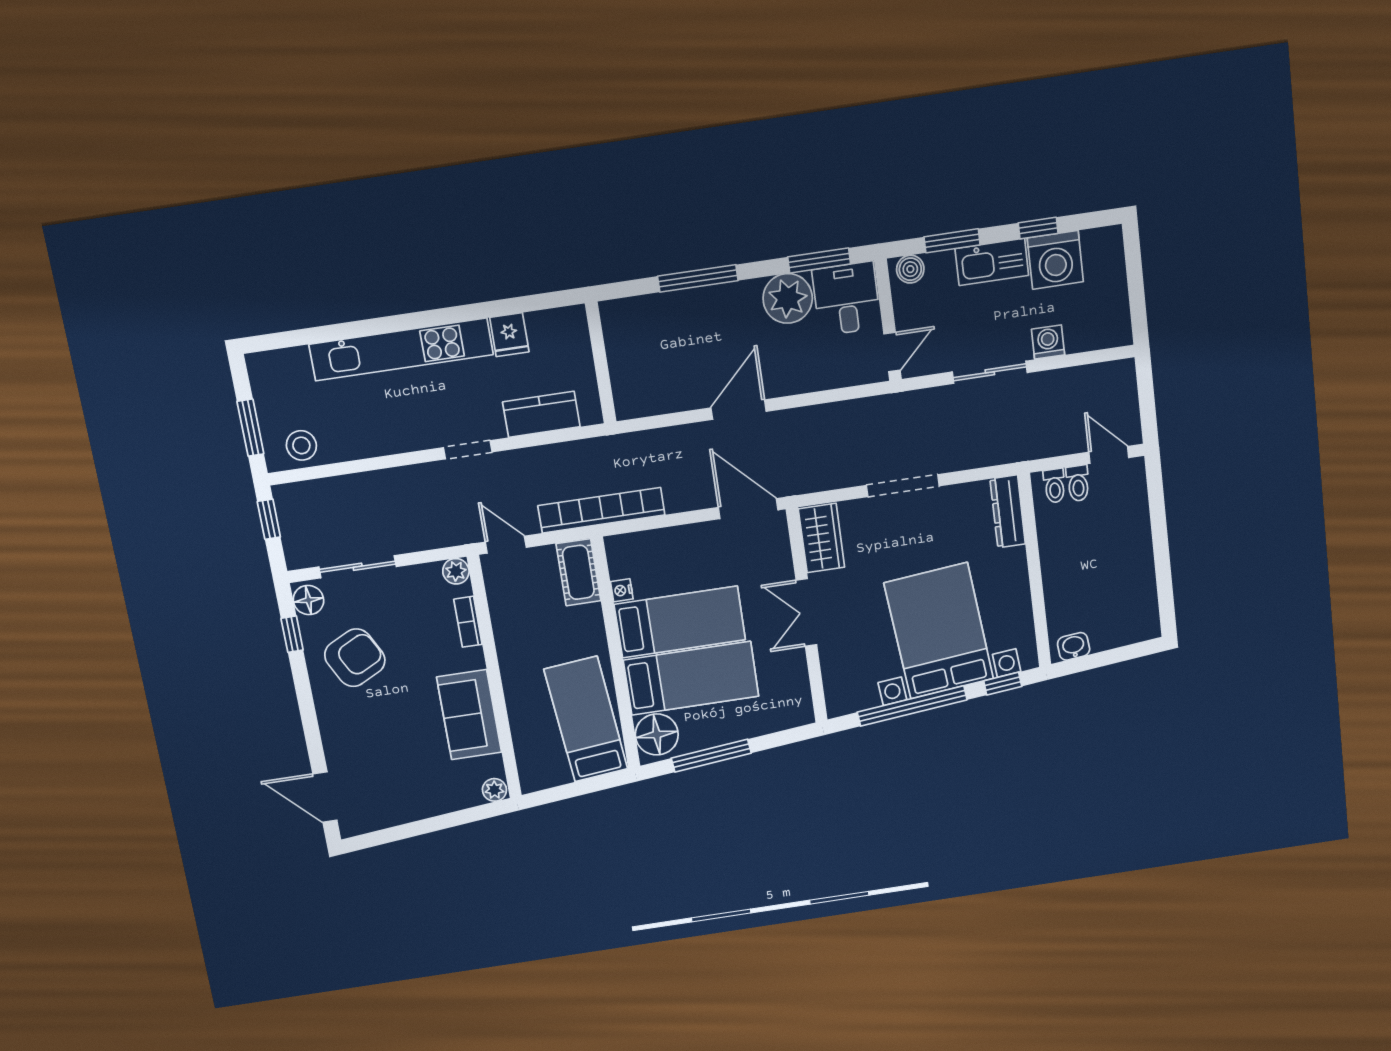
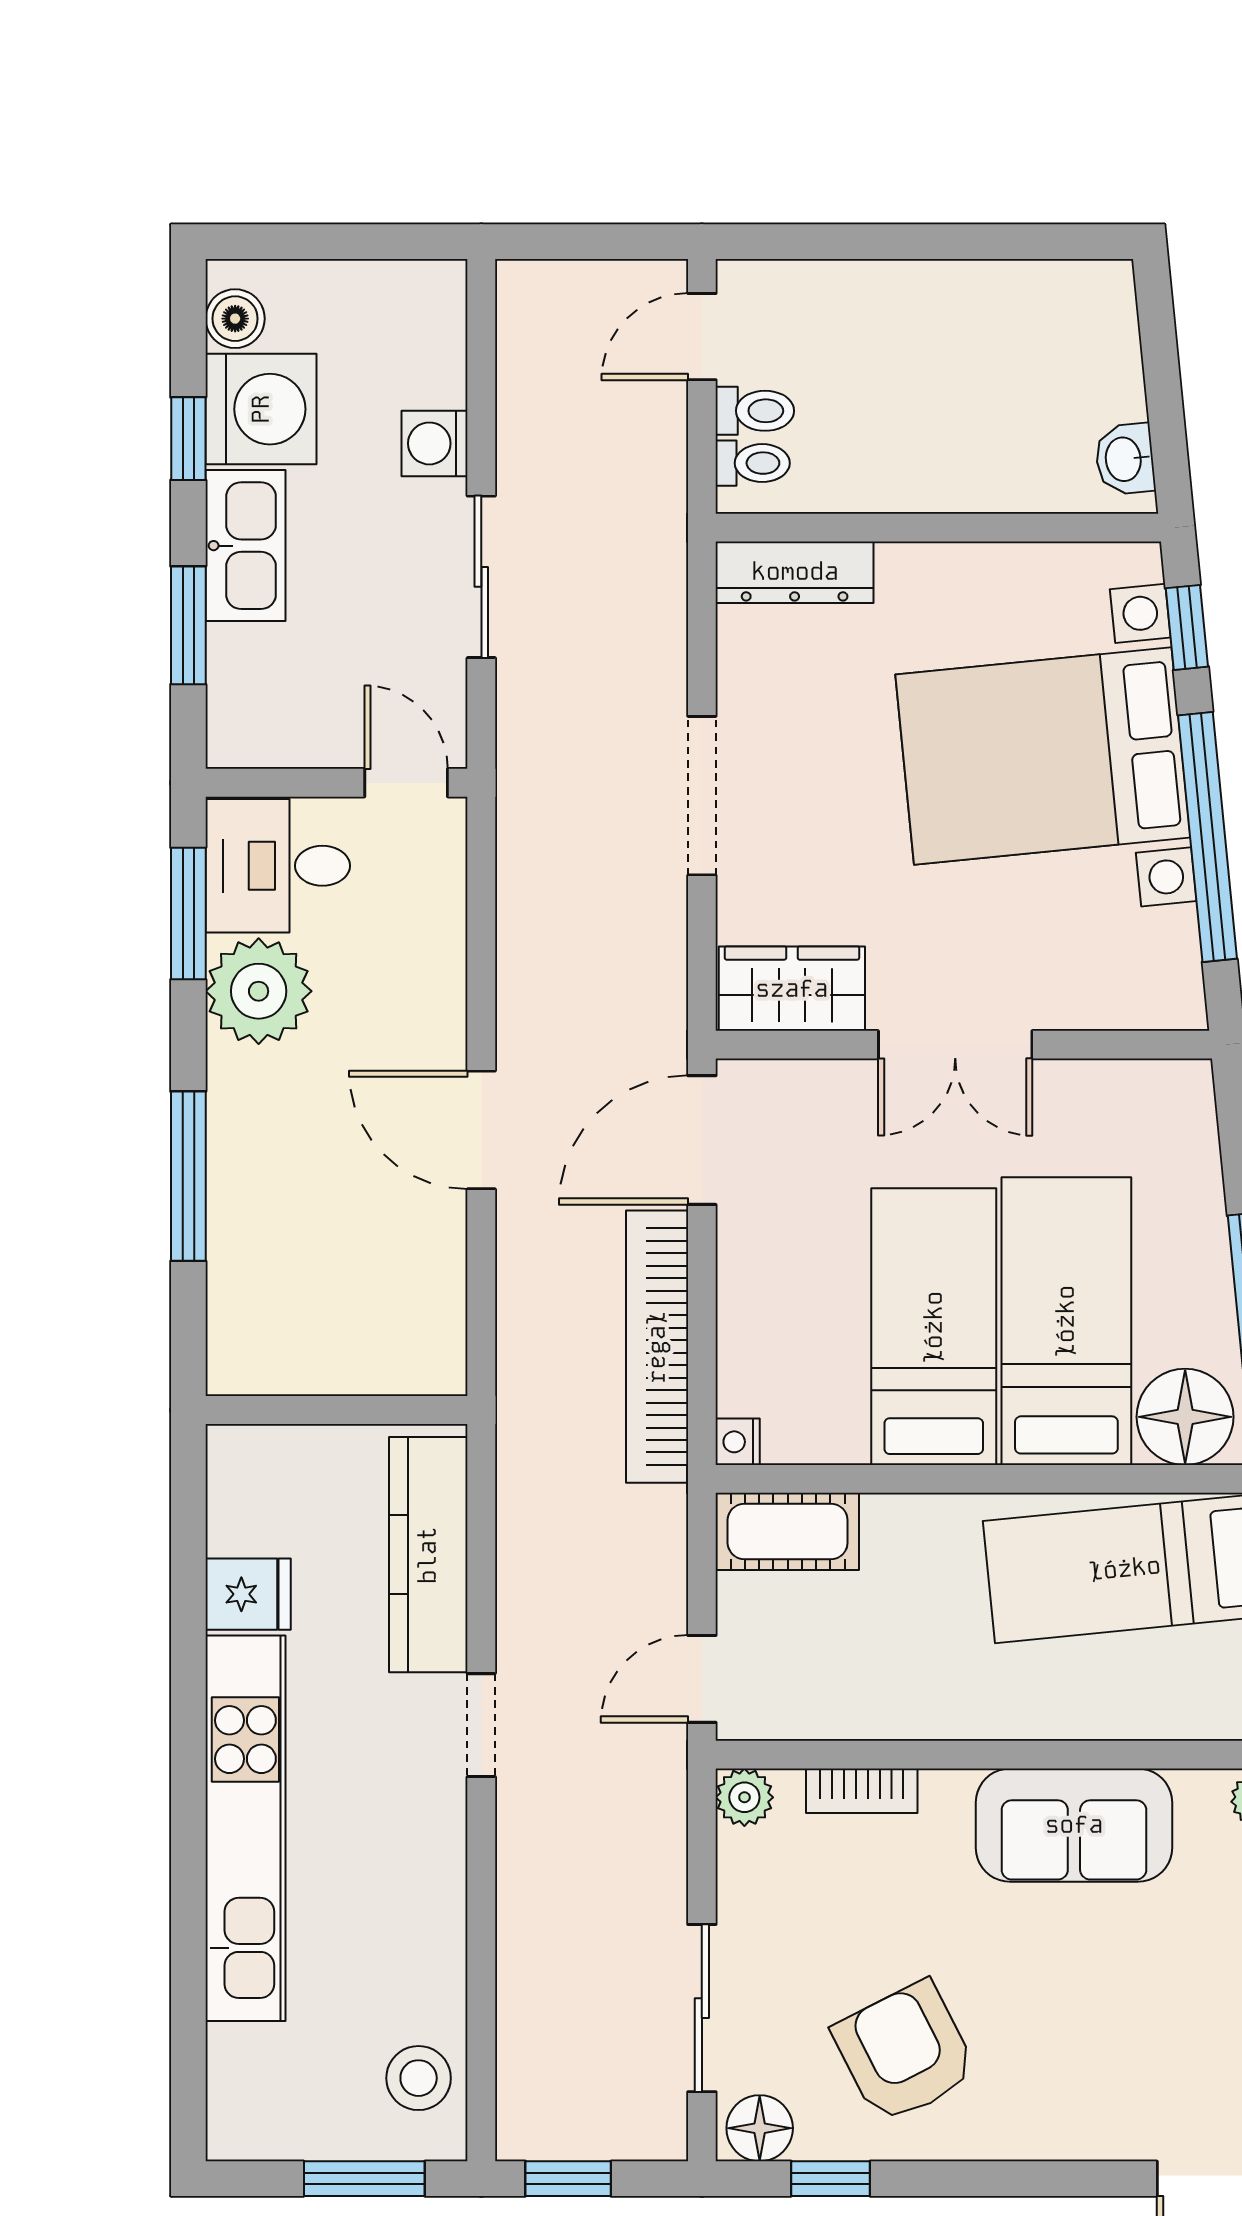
boiler: (910, 269) -> (235, 319), moved
kitchen counter: (541, 414) -> (428, 1555), width x1.50
bookcase: (601, 510) -> (657, 1347), moved
nightstand: (622, 590) -> (738, 1442), moved, turned 90

